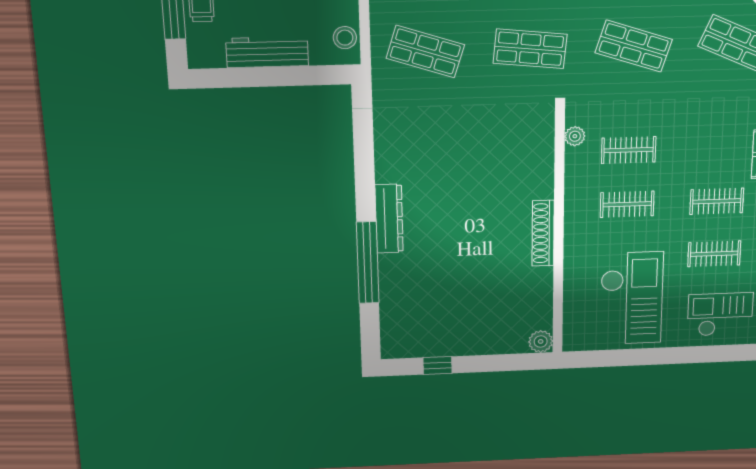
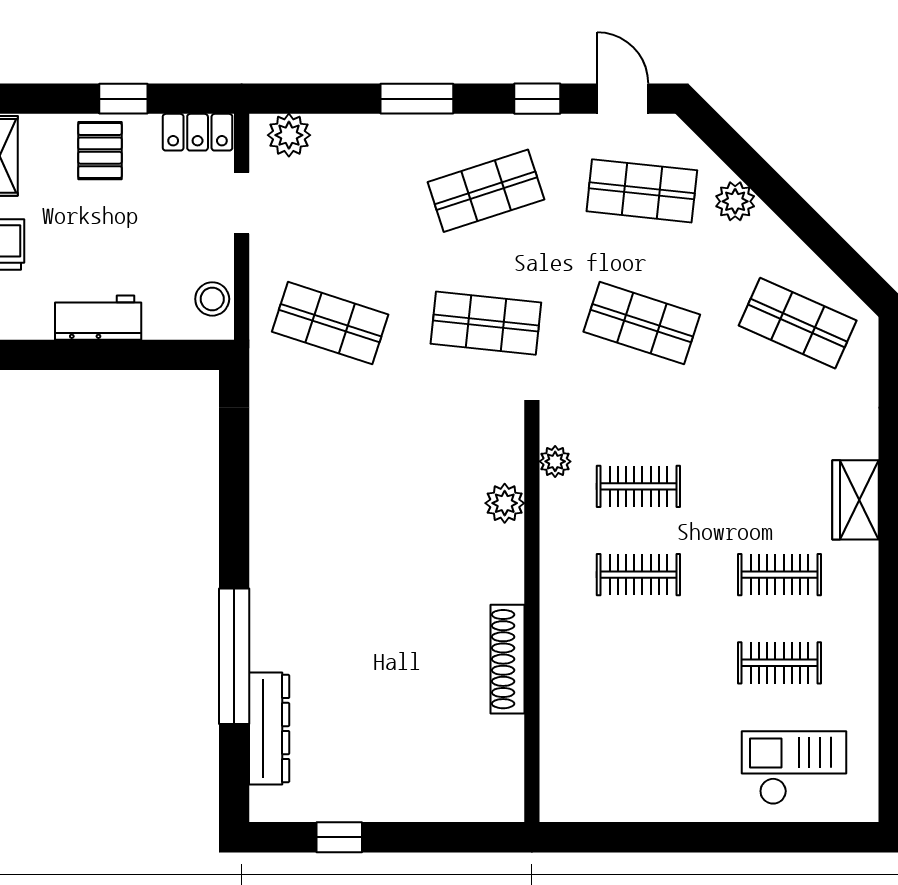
workbench: (267, 52) -> (98, 318), width x0.73
dresser: (389, 219) -> (269, 729), moved
shoe rack: (543, 233) -> (507, 659), moved
checkout: (631, 298) -> (649, 734), removed
plant: (541, 341) -> (505, 503), moved

